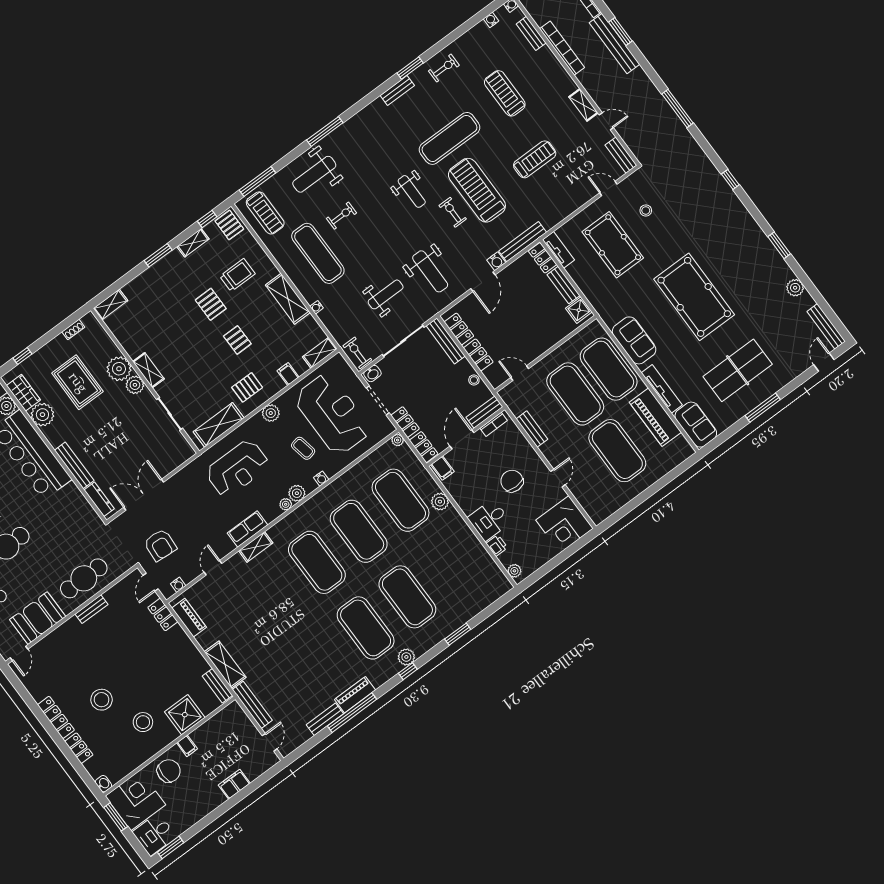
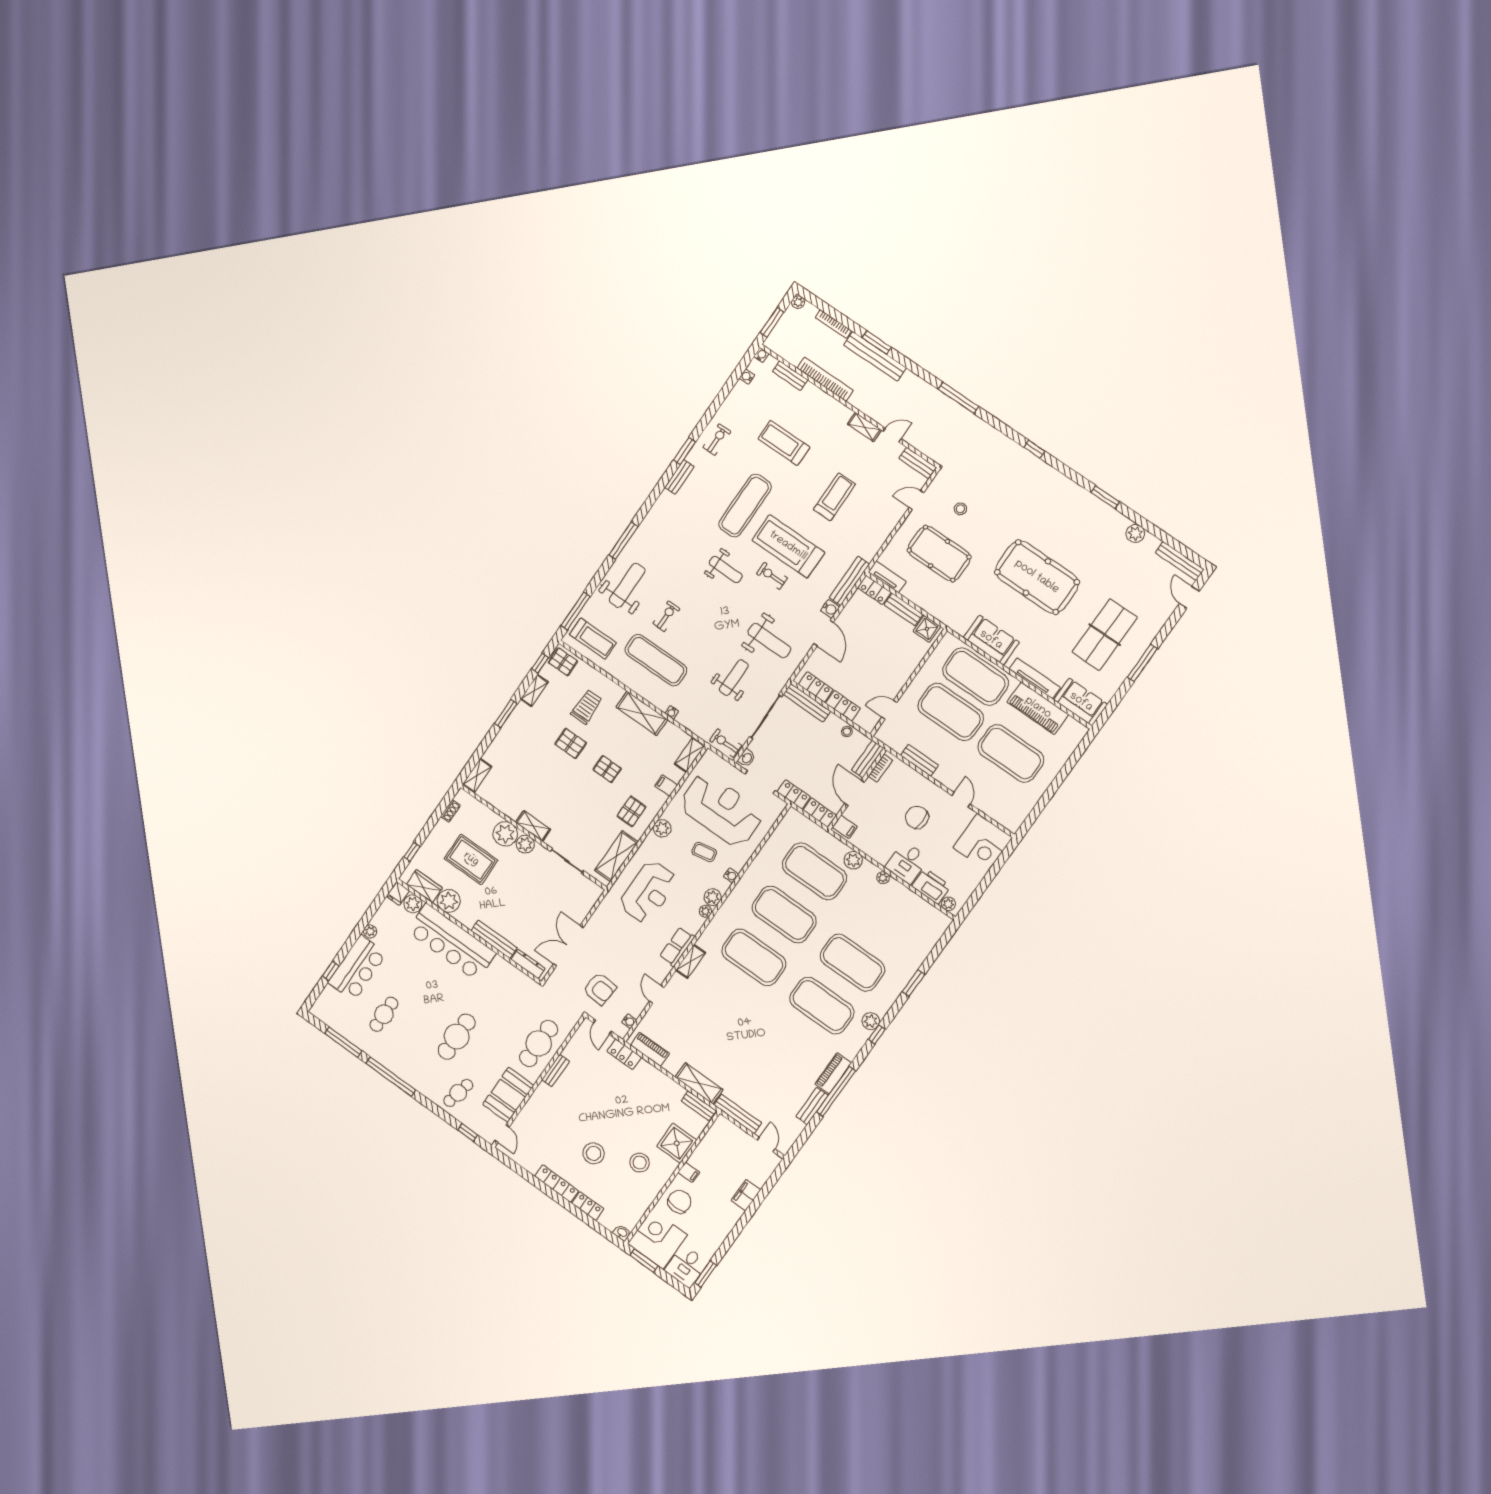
weight bench: (314, 174) -> (627, 585), turned 180
plant: (398, 440) -> (883, 878), moved
printer: (497, 546) -> (931, 886), width x1.87, depth x1.48

